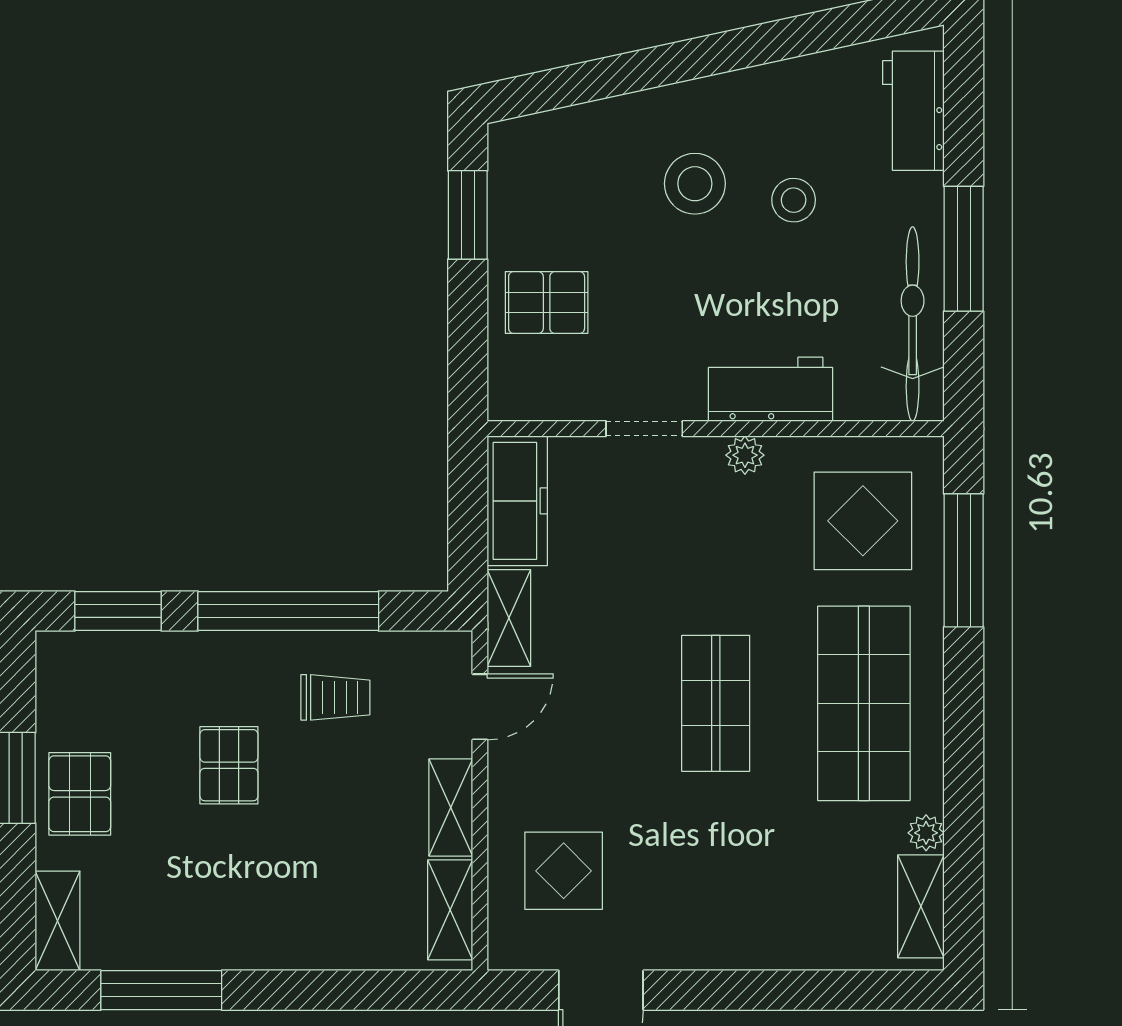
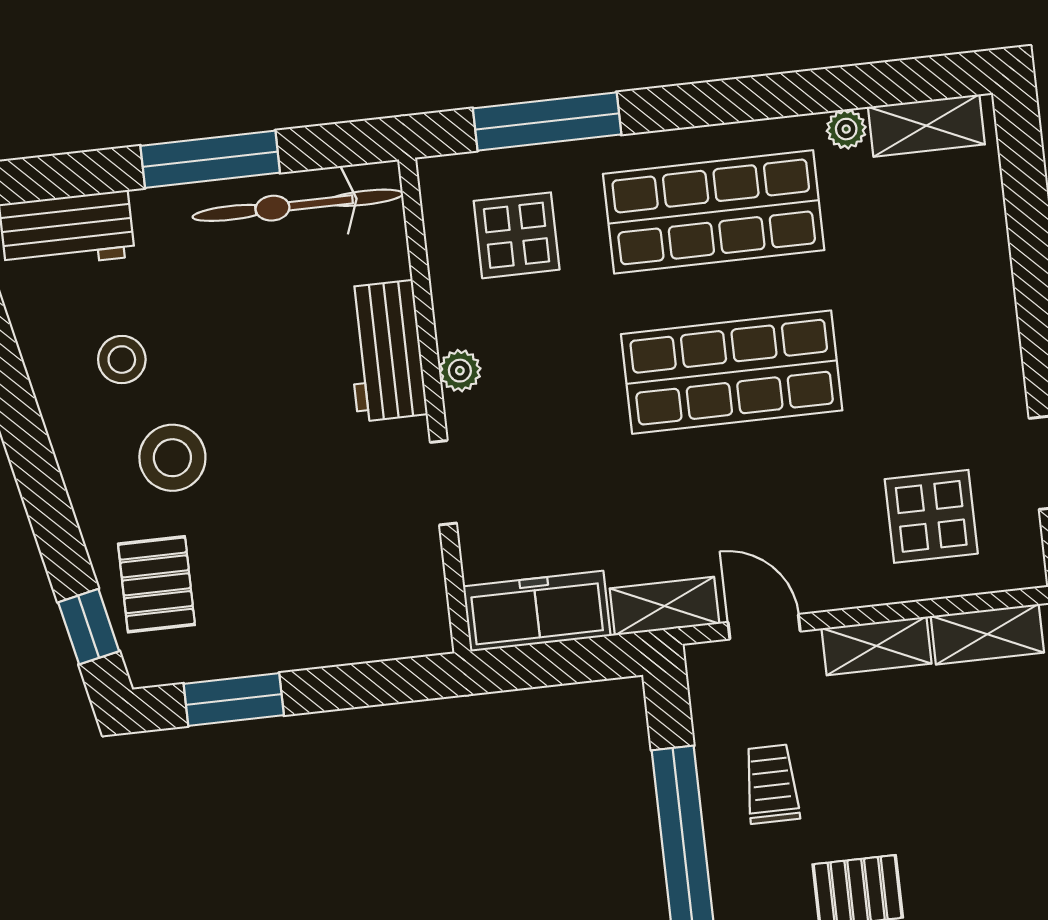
window: (549, 90) -> (89, 627), added
stool: (794, 200) -> (122, 360), moved
pallet: (547, 303) -> (156, 584), moved
display table: (863, 521) -> (517, 235), width x0.73, depth x0.73
shop shelf: (716, 703) -> (732, 372), width x1.43, depth x1.36

